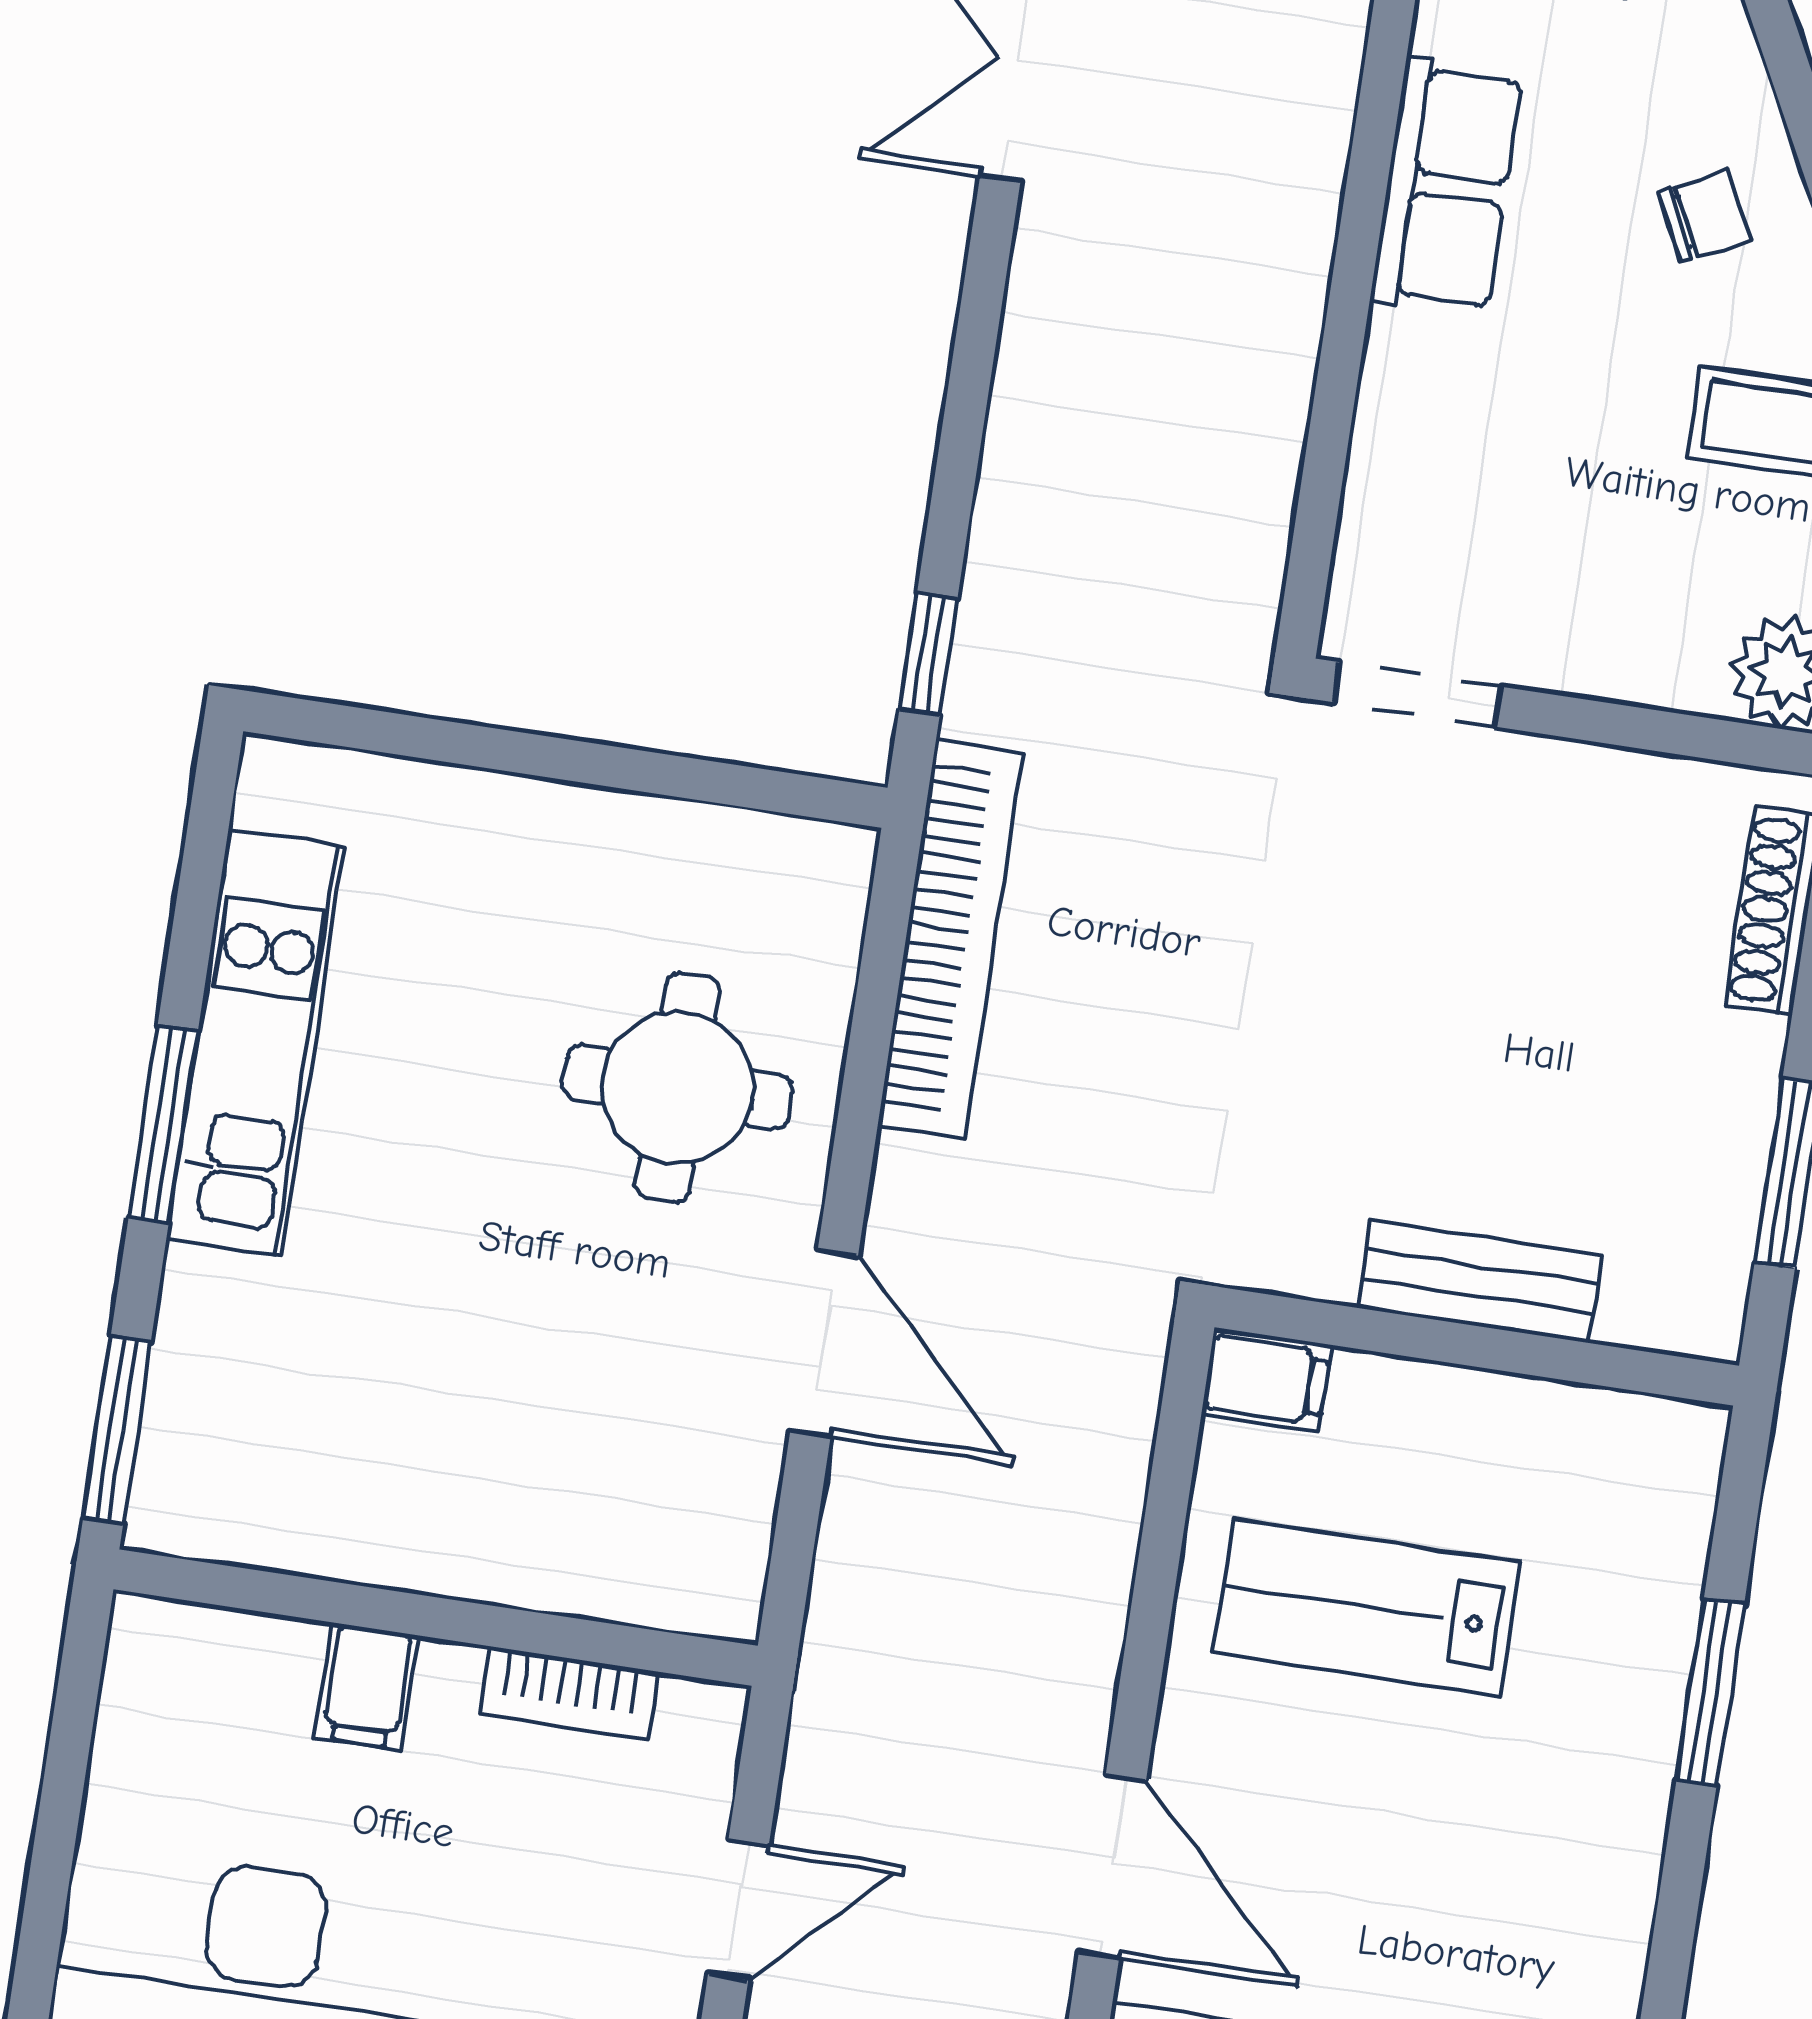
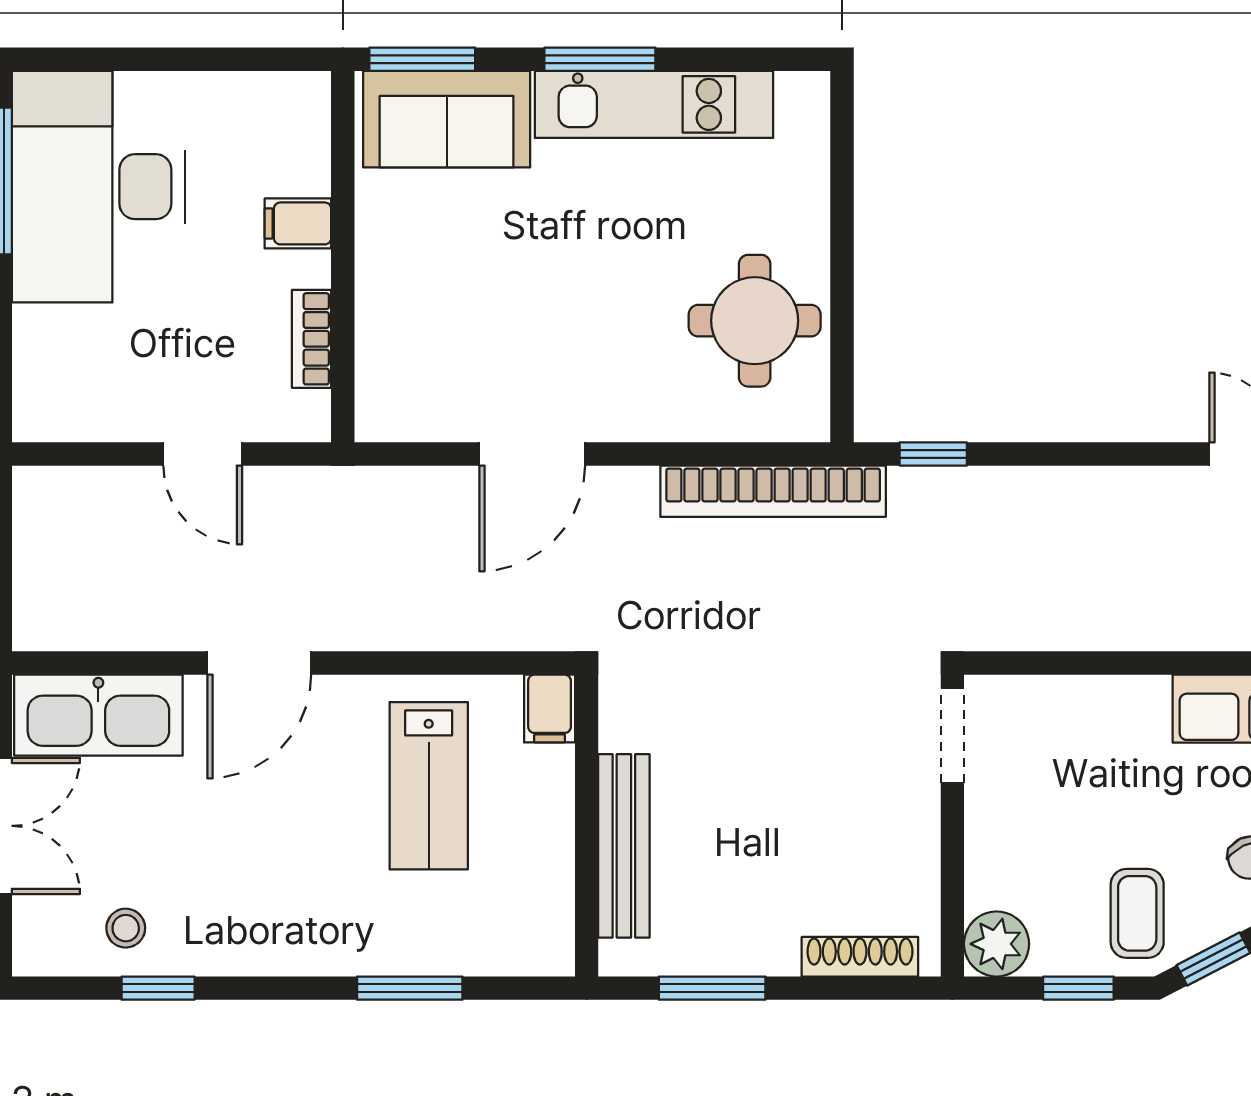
round table: (678, 1087) -> (755, 321), moved
bench: (1479, 1281) -> (624, 846), width x1.36
sofa: (226, 1403) -> (447, 119), added
lab bench: (1367, 1608) -> (429, 786), turned 180

